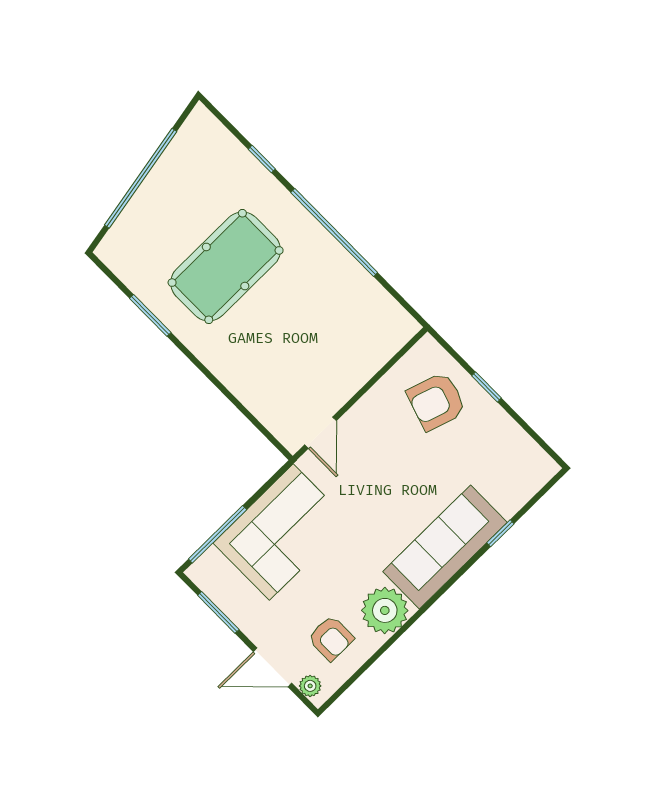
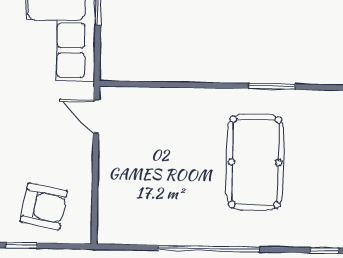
window: (262, 159) -> (324, 251), moved
armchair: (436, 401) -> (44, 206), turned 83

